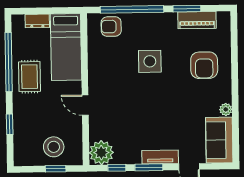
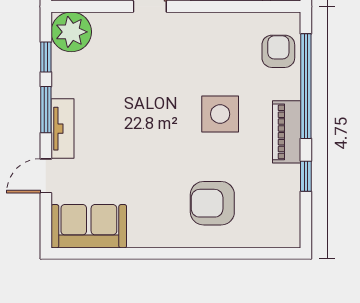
window: (187, 9) -> (306, 176), width x0.67
piano: (197, 20) -> (287, 132), moved
plant: (226, 109) -> (139, 238), removed

